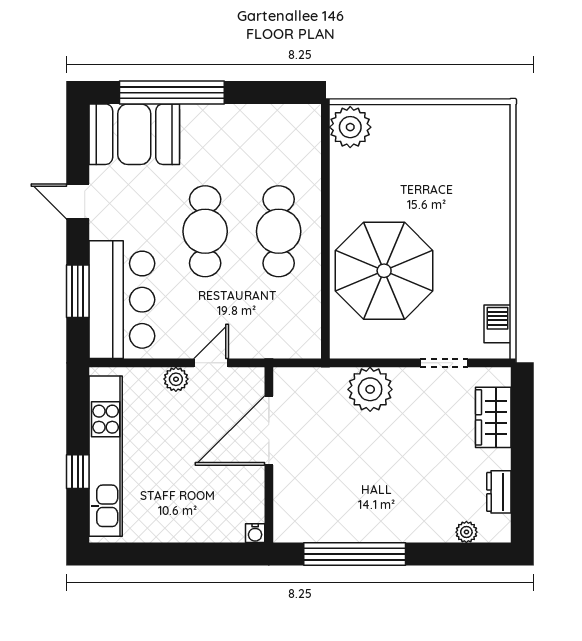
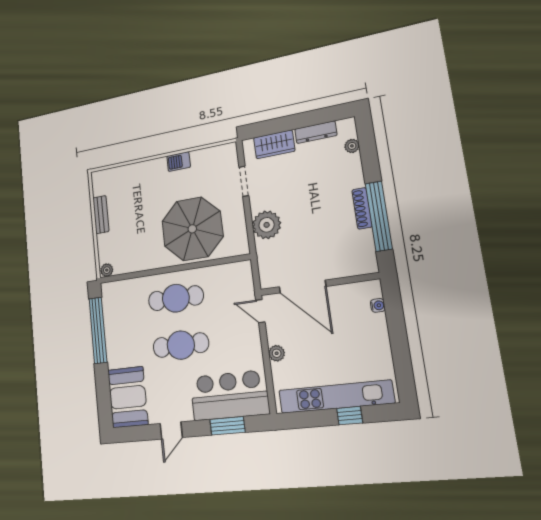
window: (172, 93) -> (98, 330), moved
bench: (435, 116) -> (101, 215), added
plant: (350, 127) -> (107, 270), width x0.53, depth x0.53
barbecue: (497, 324) -> (179, 162), moved
door: (211, 363) -> (260, 311), moved
dresser: (499, 492) -> (316, 132), width x1.44
shoe rack: (370, 532) -> (362, 208), added
water cooler: (255, 533) -> (378, 305), moved

